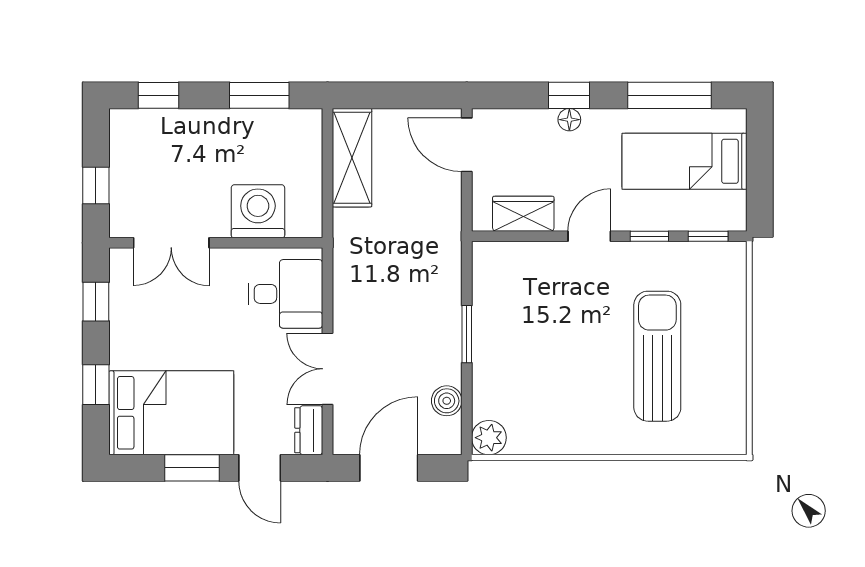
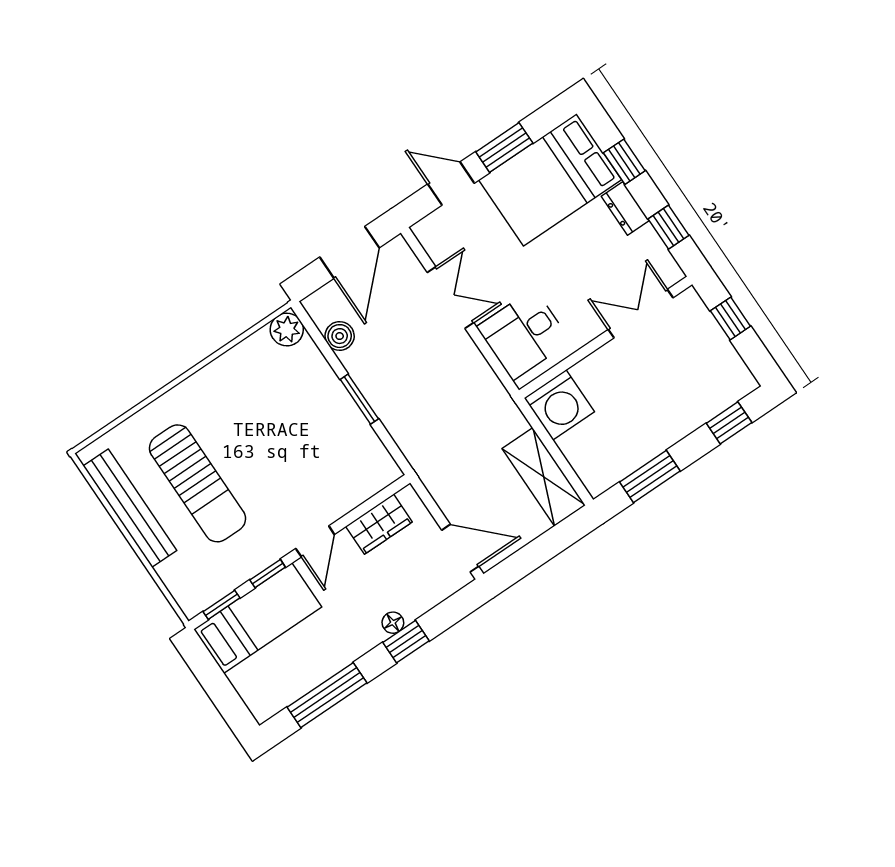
bed: (684, 161) -> (258, 618), moved
washing machine: (258, 211) -> (559, 405), moved
bench: (731, 375) -> (130, 508), added
dresser: (309, 430) -> (625, 209), moved, turned 180

